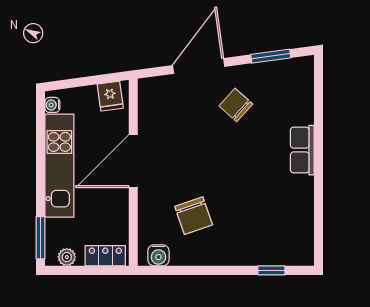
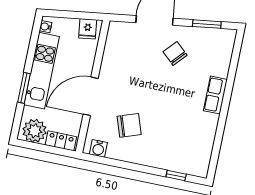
door: (133, 161) -> (91, 96), moved
chair: (194, 216) -> (129, 125), turned -90
window: (40, 238) -> (24, 88), moved
plant: (67, 257) -> (35, 131), width x1.87, depth x1.87

